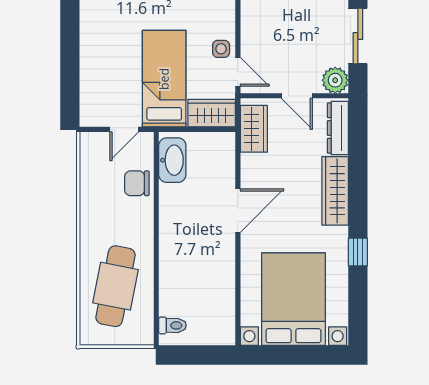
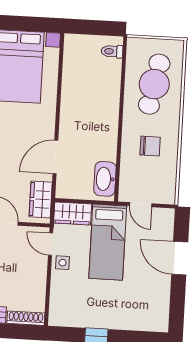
door: (70, 63) -> (180, 258), added
door: (124, 129) -> (141, 205), swing flipped
chair: (137, 183) -> (150, 146), moved
door: (238, 211) -> (55, 157), moved

